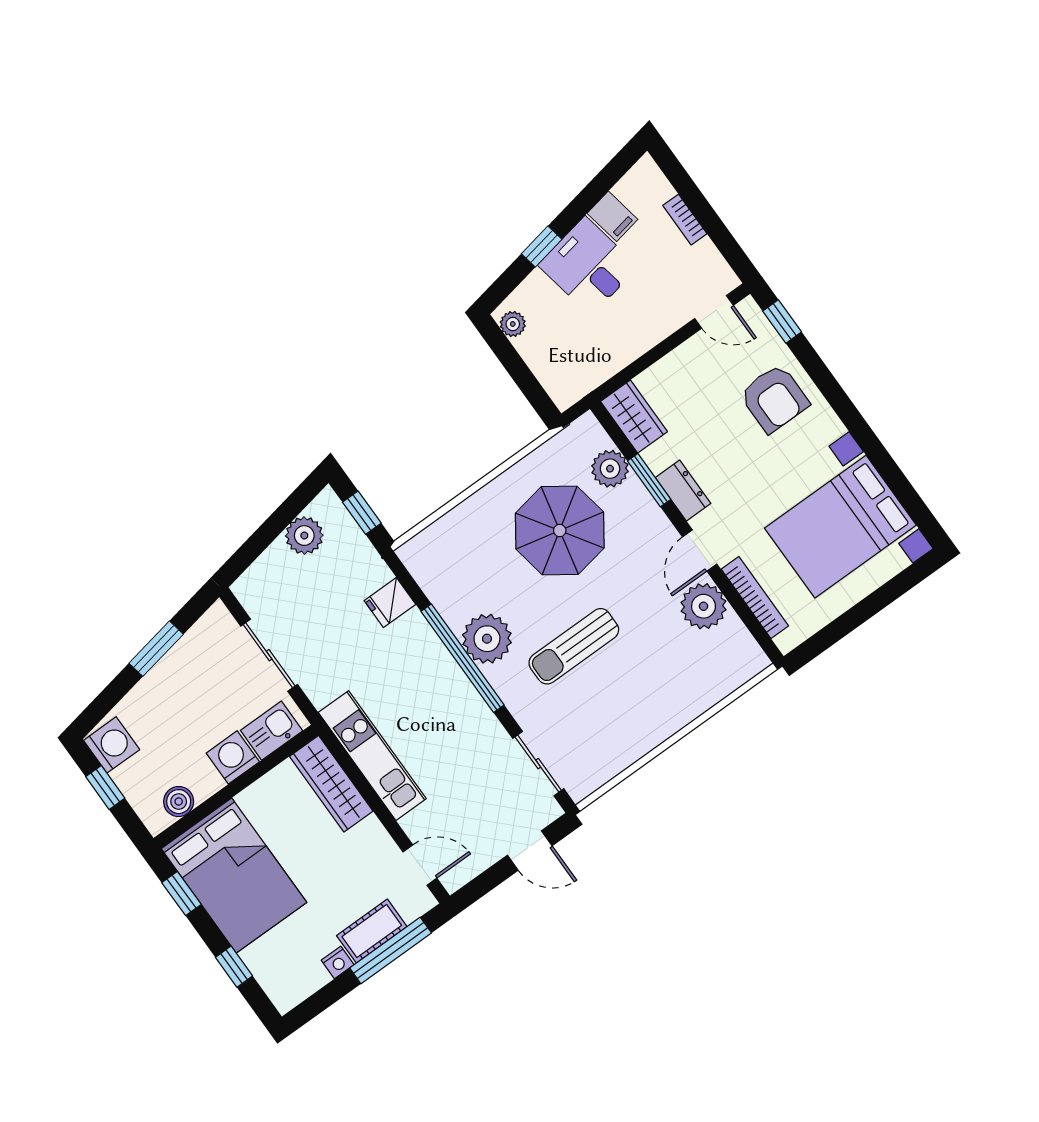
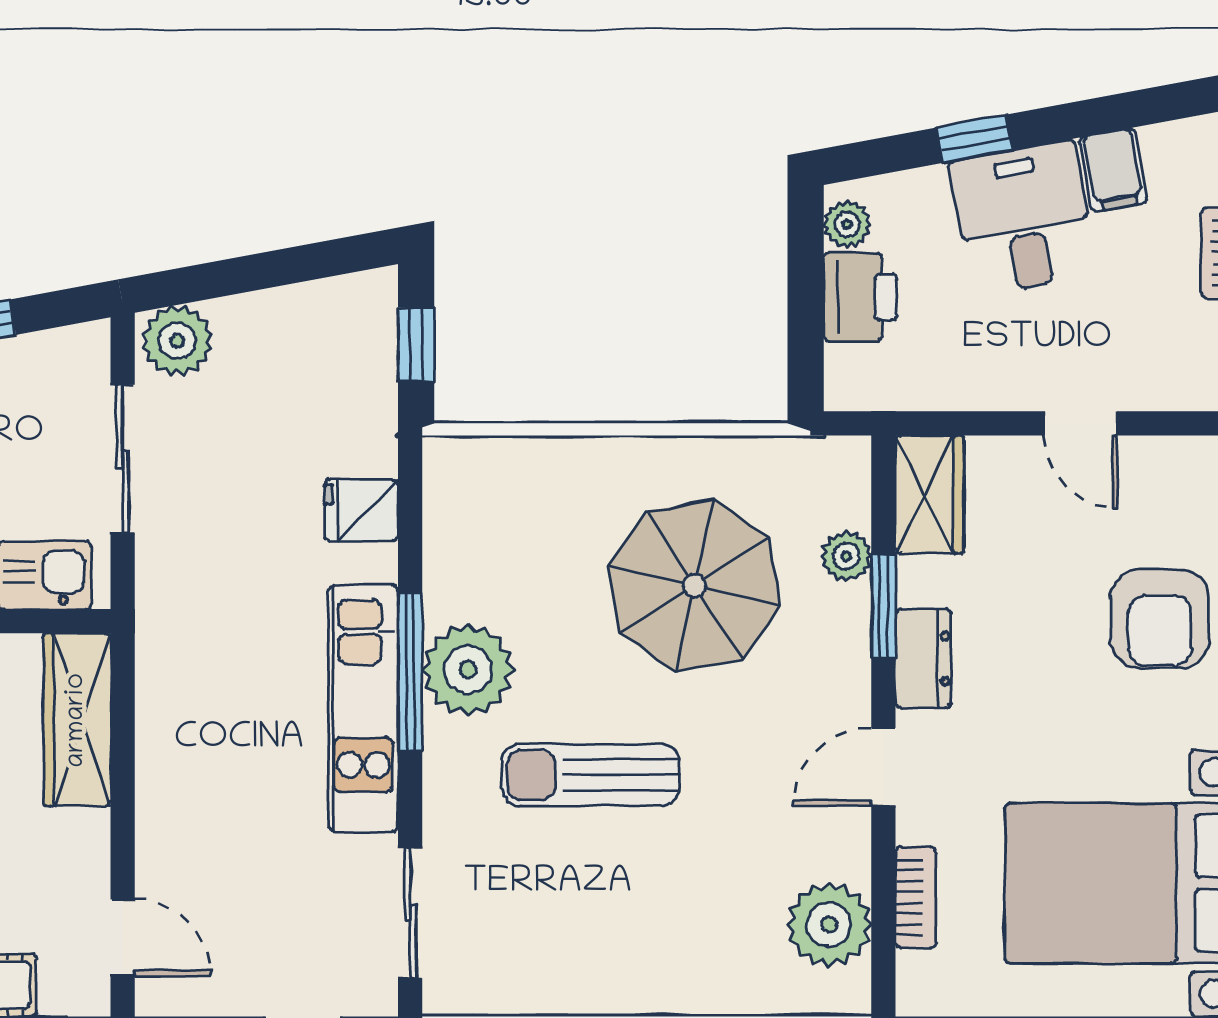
door: (714, 312) -> (1081, 423), moved
printer: (541, 352) -> (860, 297), added
plant: (610, 469) -> (846, 556), width x0.73, depth x0.73
plant: (304, 536) -> (177, 341), moved
bookcase: (755, 597) -> (916, 897), width x0.64
plant: (704, 606) -> (829, 925), moved
window: (462, 658) -> (410, 672), width x0.68
kitchen unit: (372, 756) -> (363, 708), moved, turned 180

